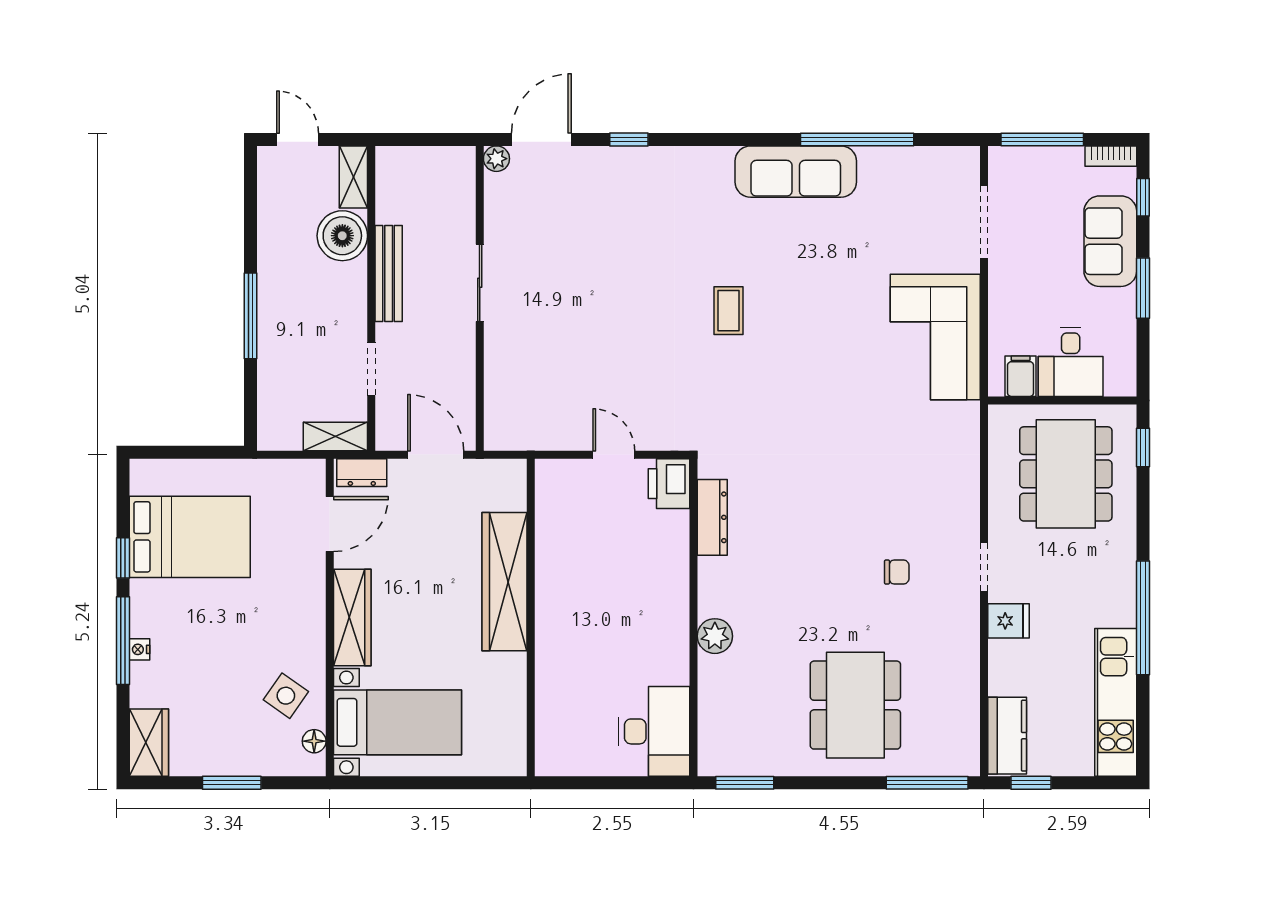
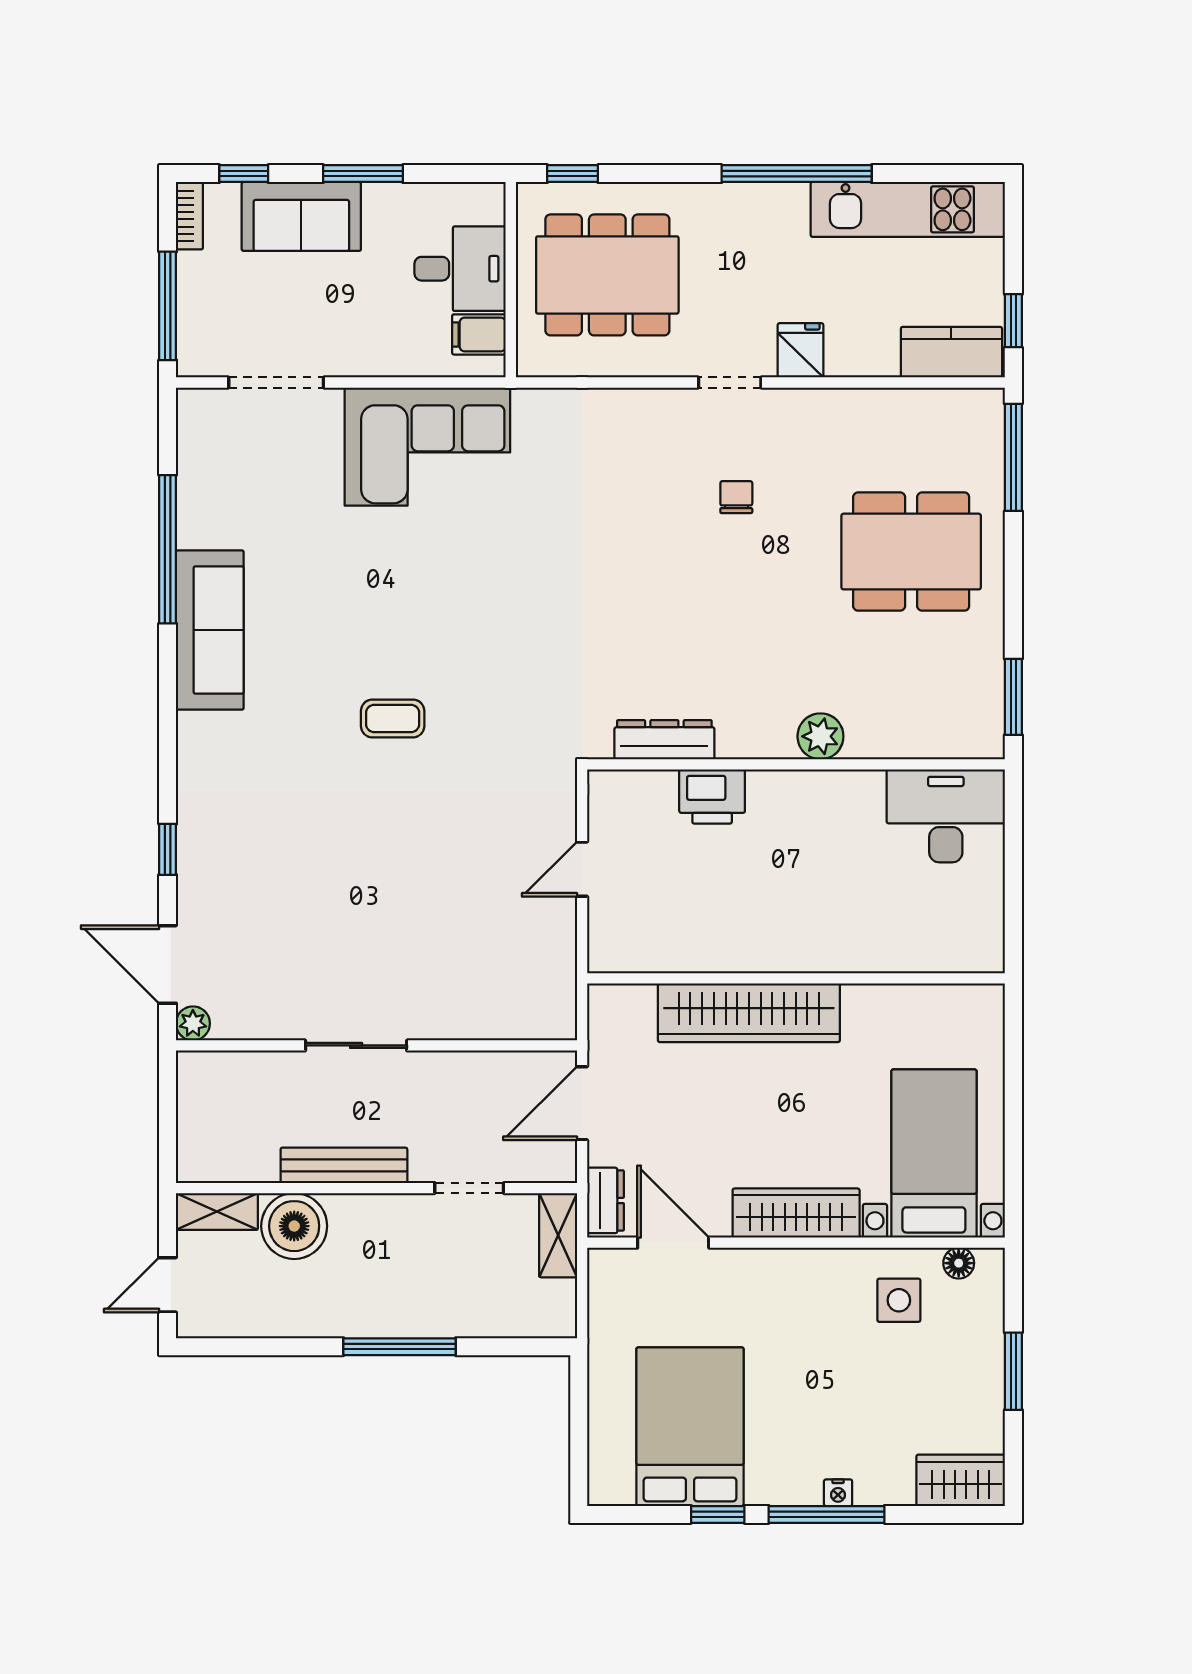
printer: (669, 484) -> (712, 797), moved
side table: (286, 696) -> (899, 1300), turned -35

